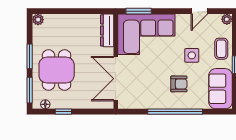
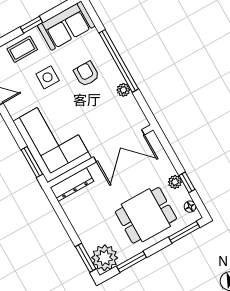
window: (50, 11) -> (86, 258), added
plant: (38, 20) -> (105, 258), width x1.87, depth x1.87
window: (30, 56) -> (131, 262), moved
plant: (68, 103) -> (175, 182), added
plant: (153, 104) -> (123, 90), added

